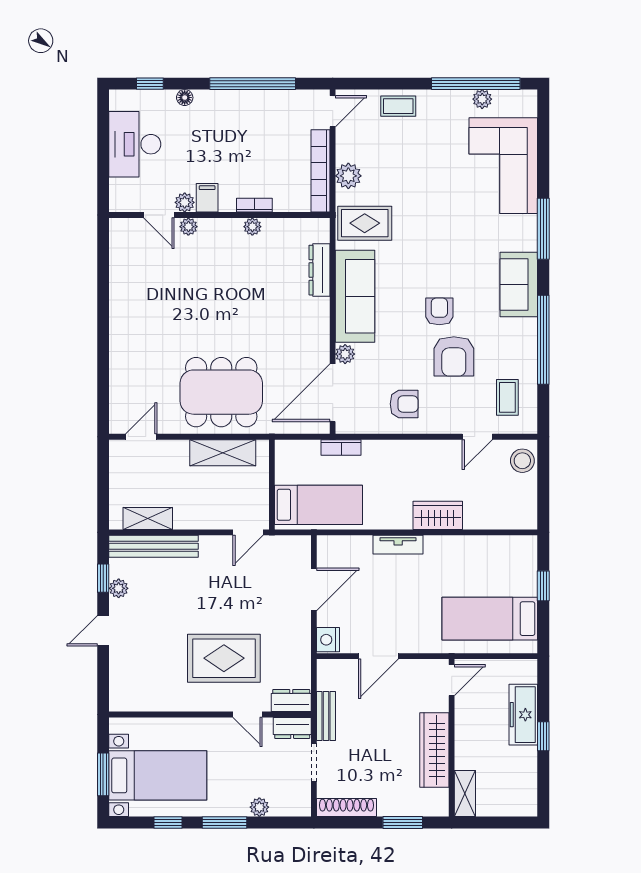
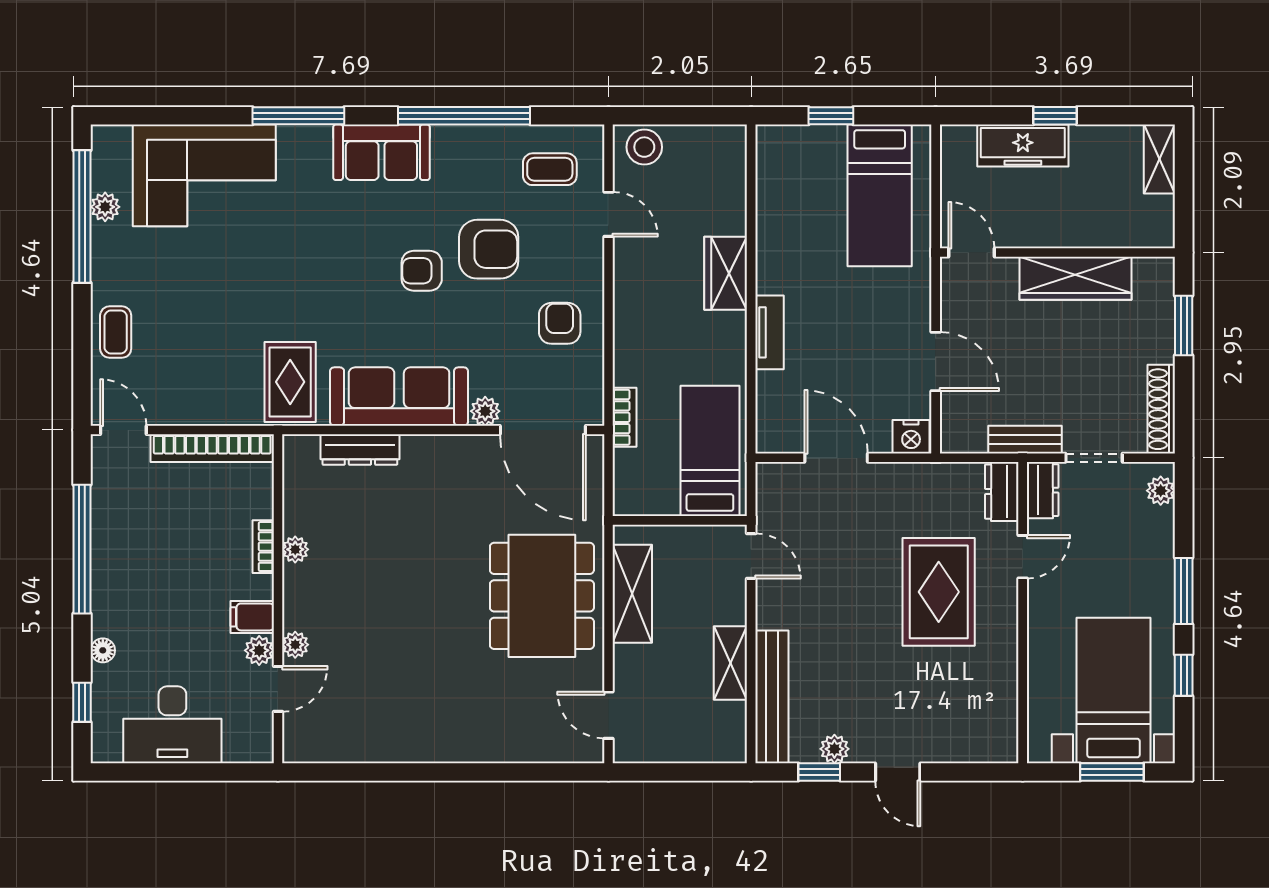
plant: (348, 176) -> (219, 406), removed
shelving: (148, 519) -> (730, 663), moved
shelving: (465, 794) -> (1159, 159), moved, turned 90
plant: (259, 807) -> (1161, 491), moved

